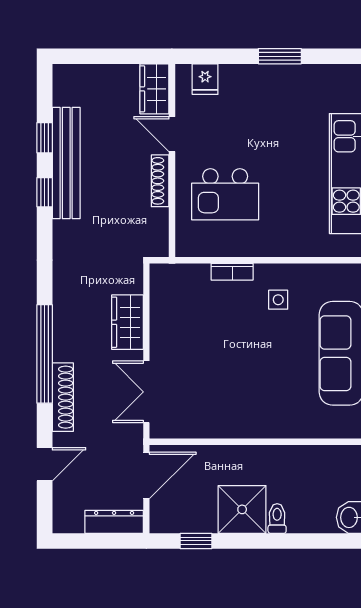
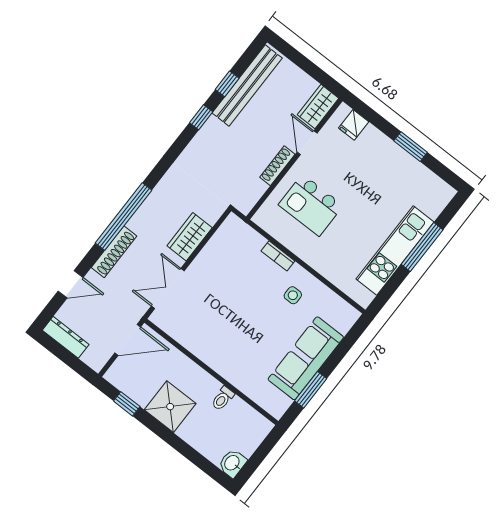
bench: (66, 163) -> (247, 86), moved
toilet: (277, 518) -> (223, 398), moved, turned 180
dresser: (114, 522) -> (66, 337), moved

